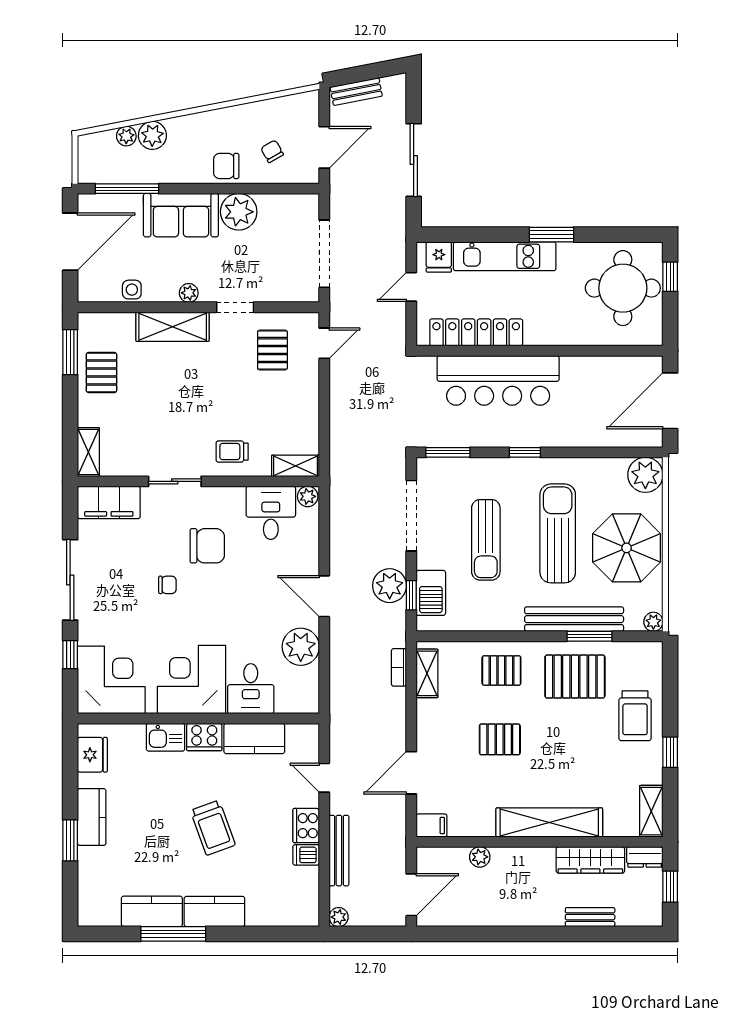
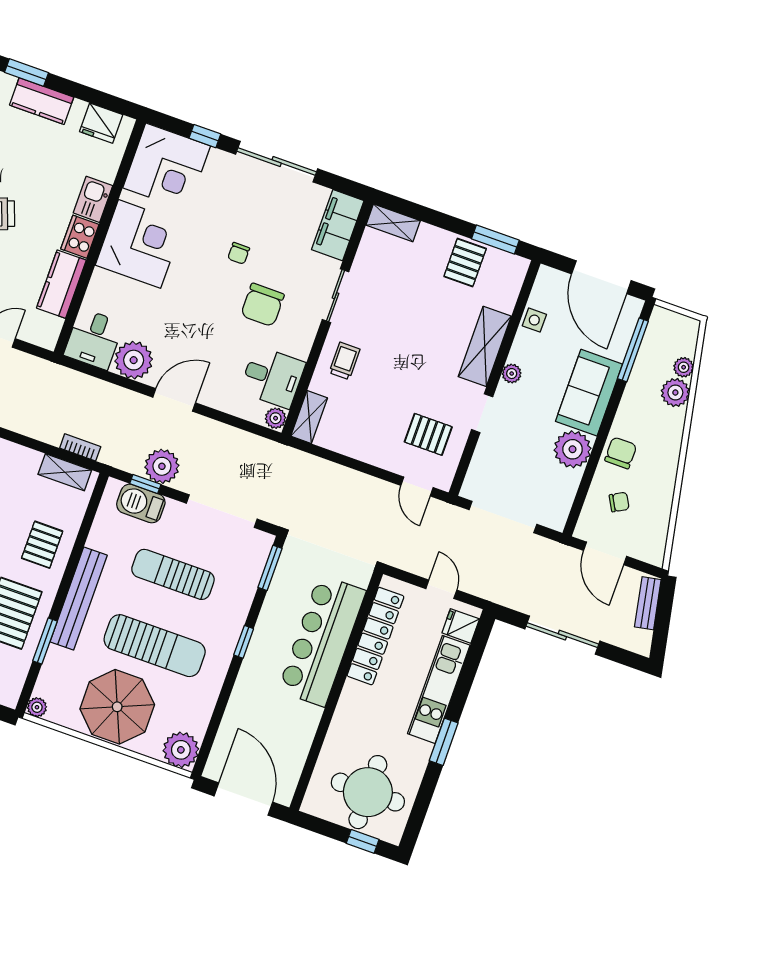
pallet: (101, 373) -> (465, 263), turned 90
bench: (574, 619) -> (79, 598), moved
desk: (251, 689) -> (94, 339), moved, turned -90

